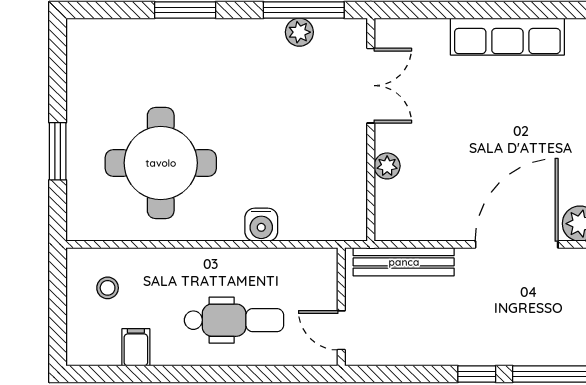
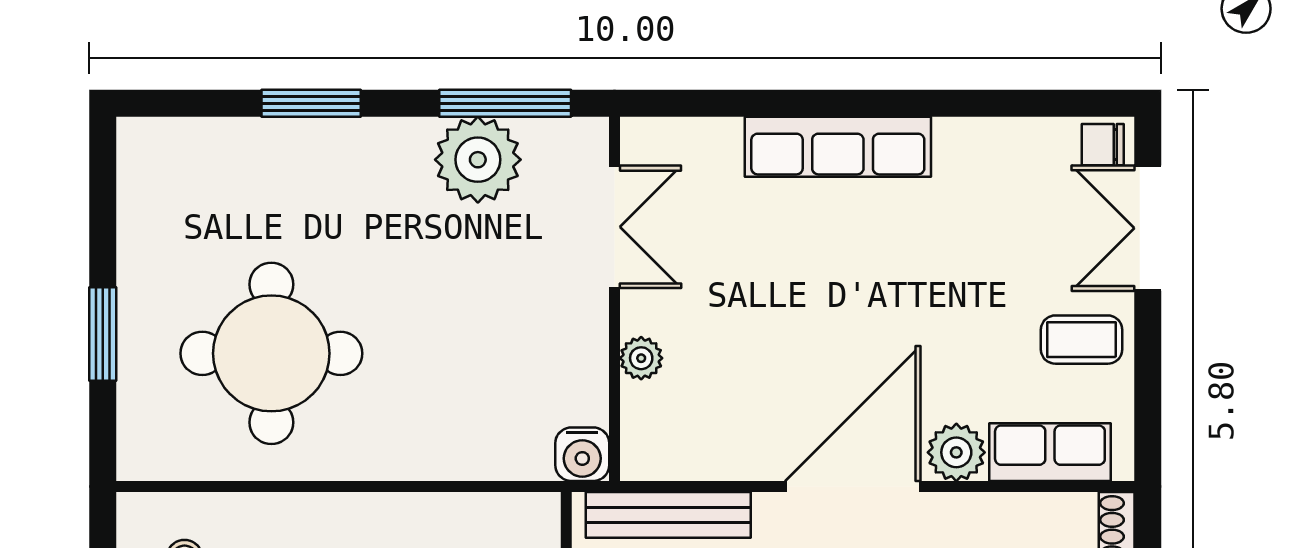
plant: (299, 32) -> (478, 160), width x1.87, depth x1.87
water cooler: (261, 225) -> (582, 454), moved

